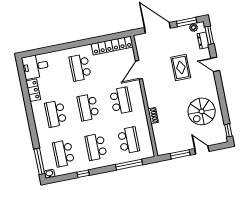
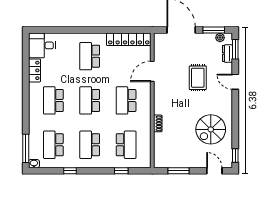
school desk: (121, 101) -> (126, 100), turned 180
door: (202, 150) -> (214, 171), moved
window: (129, 165) -> (121, 171), width x0.46

